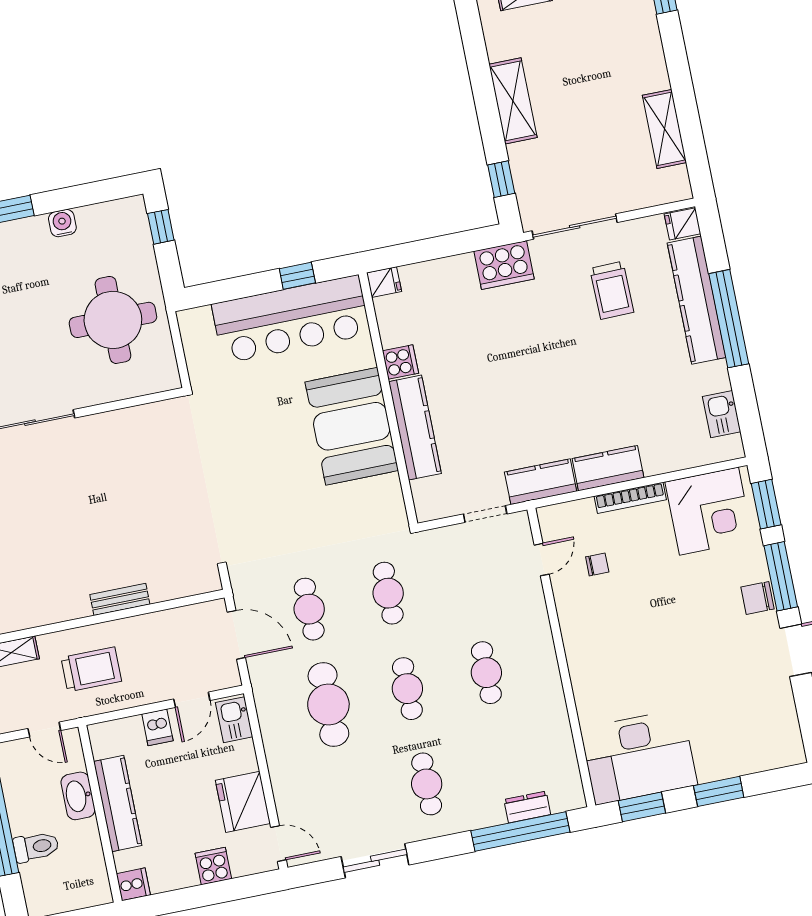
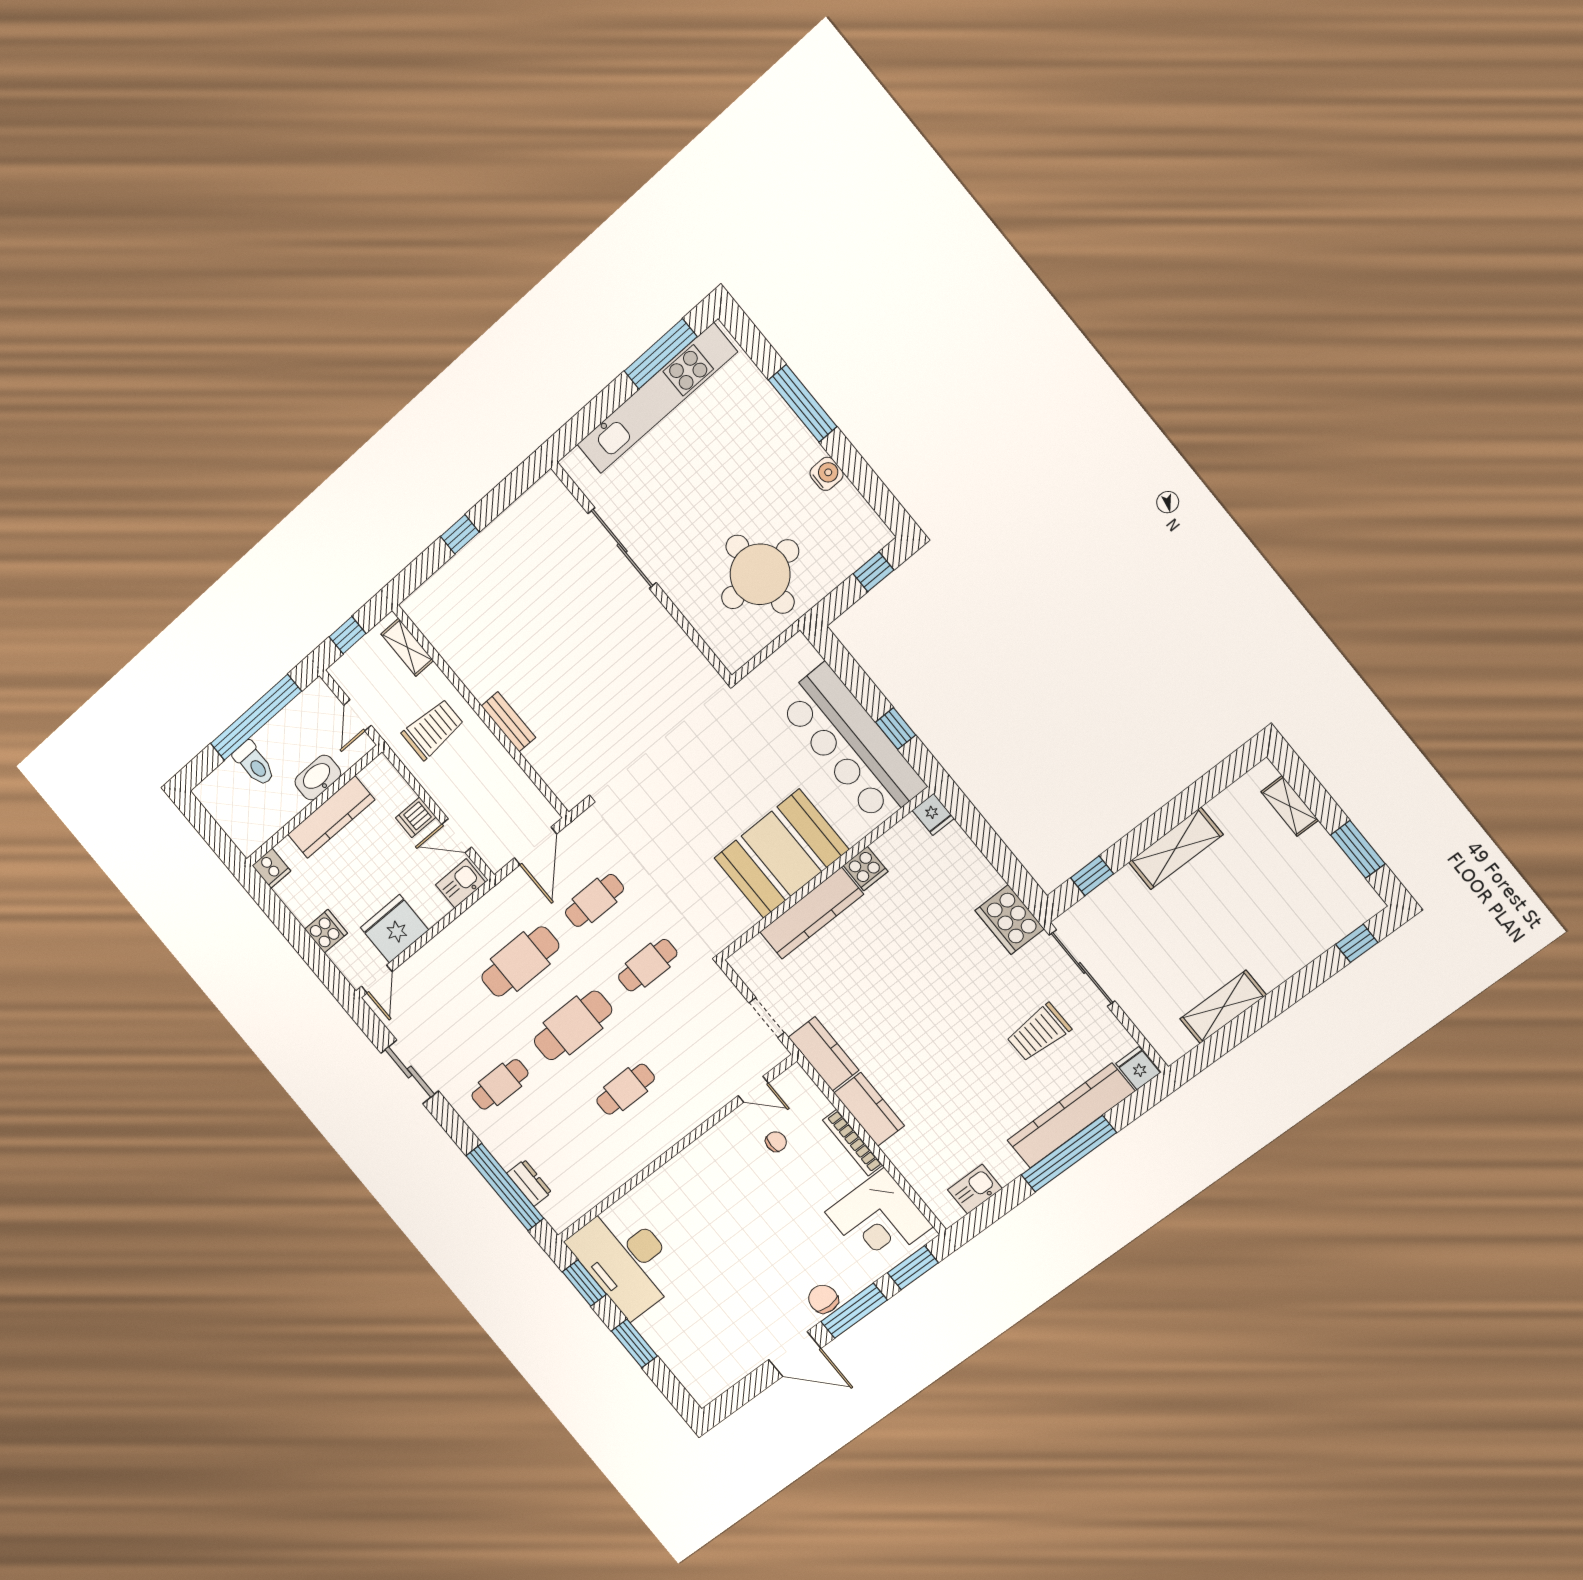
chair: (597, 564) -> (776, 1142), turned -90
trolley: (91, 669) -> (433, 729), turned -90
cafe table: (407, 689) -> (573, 1025), width x1.37, depth x1.35

